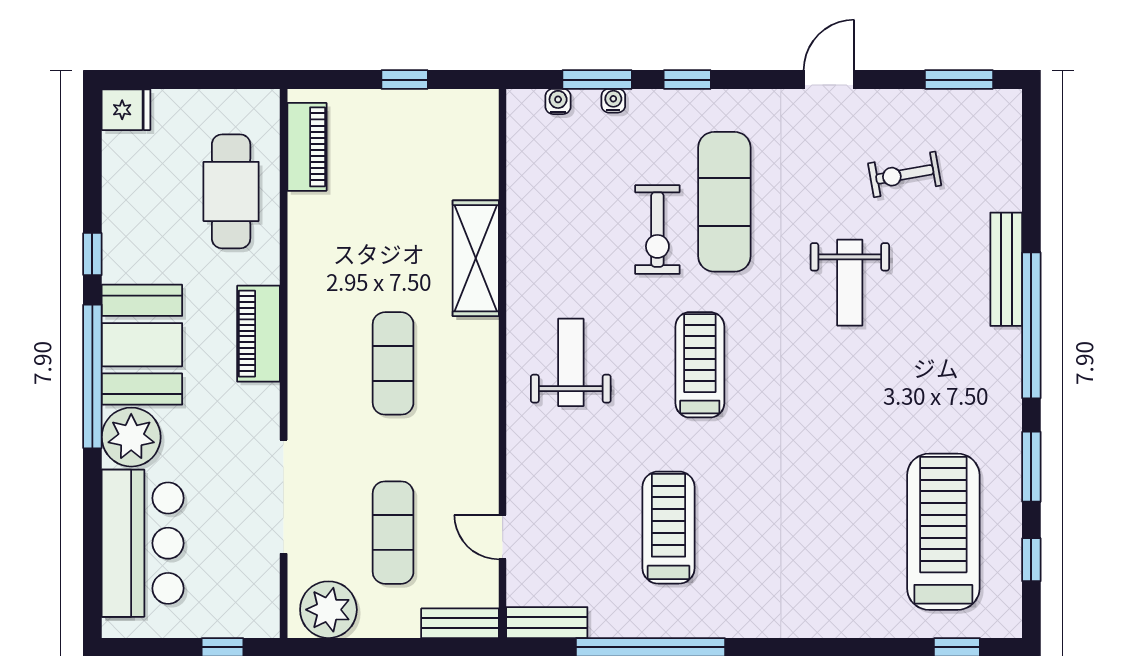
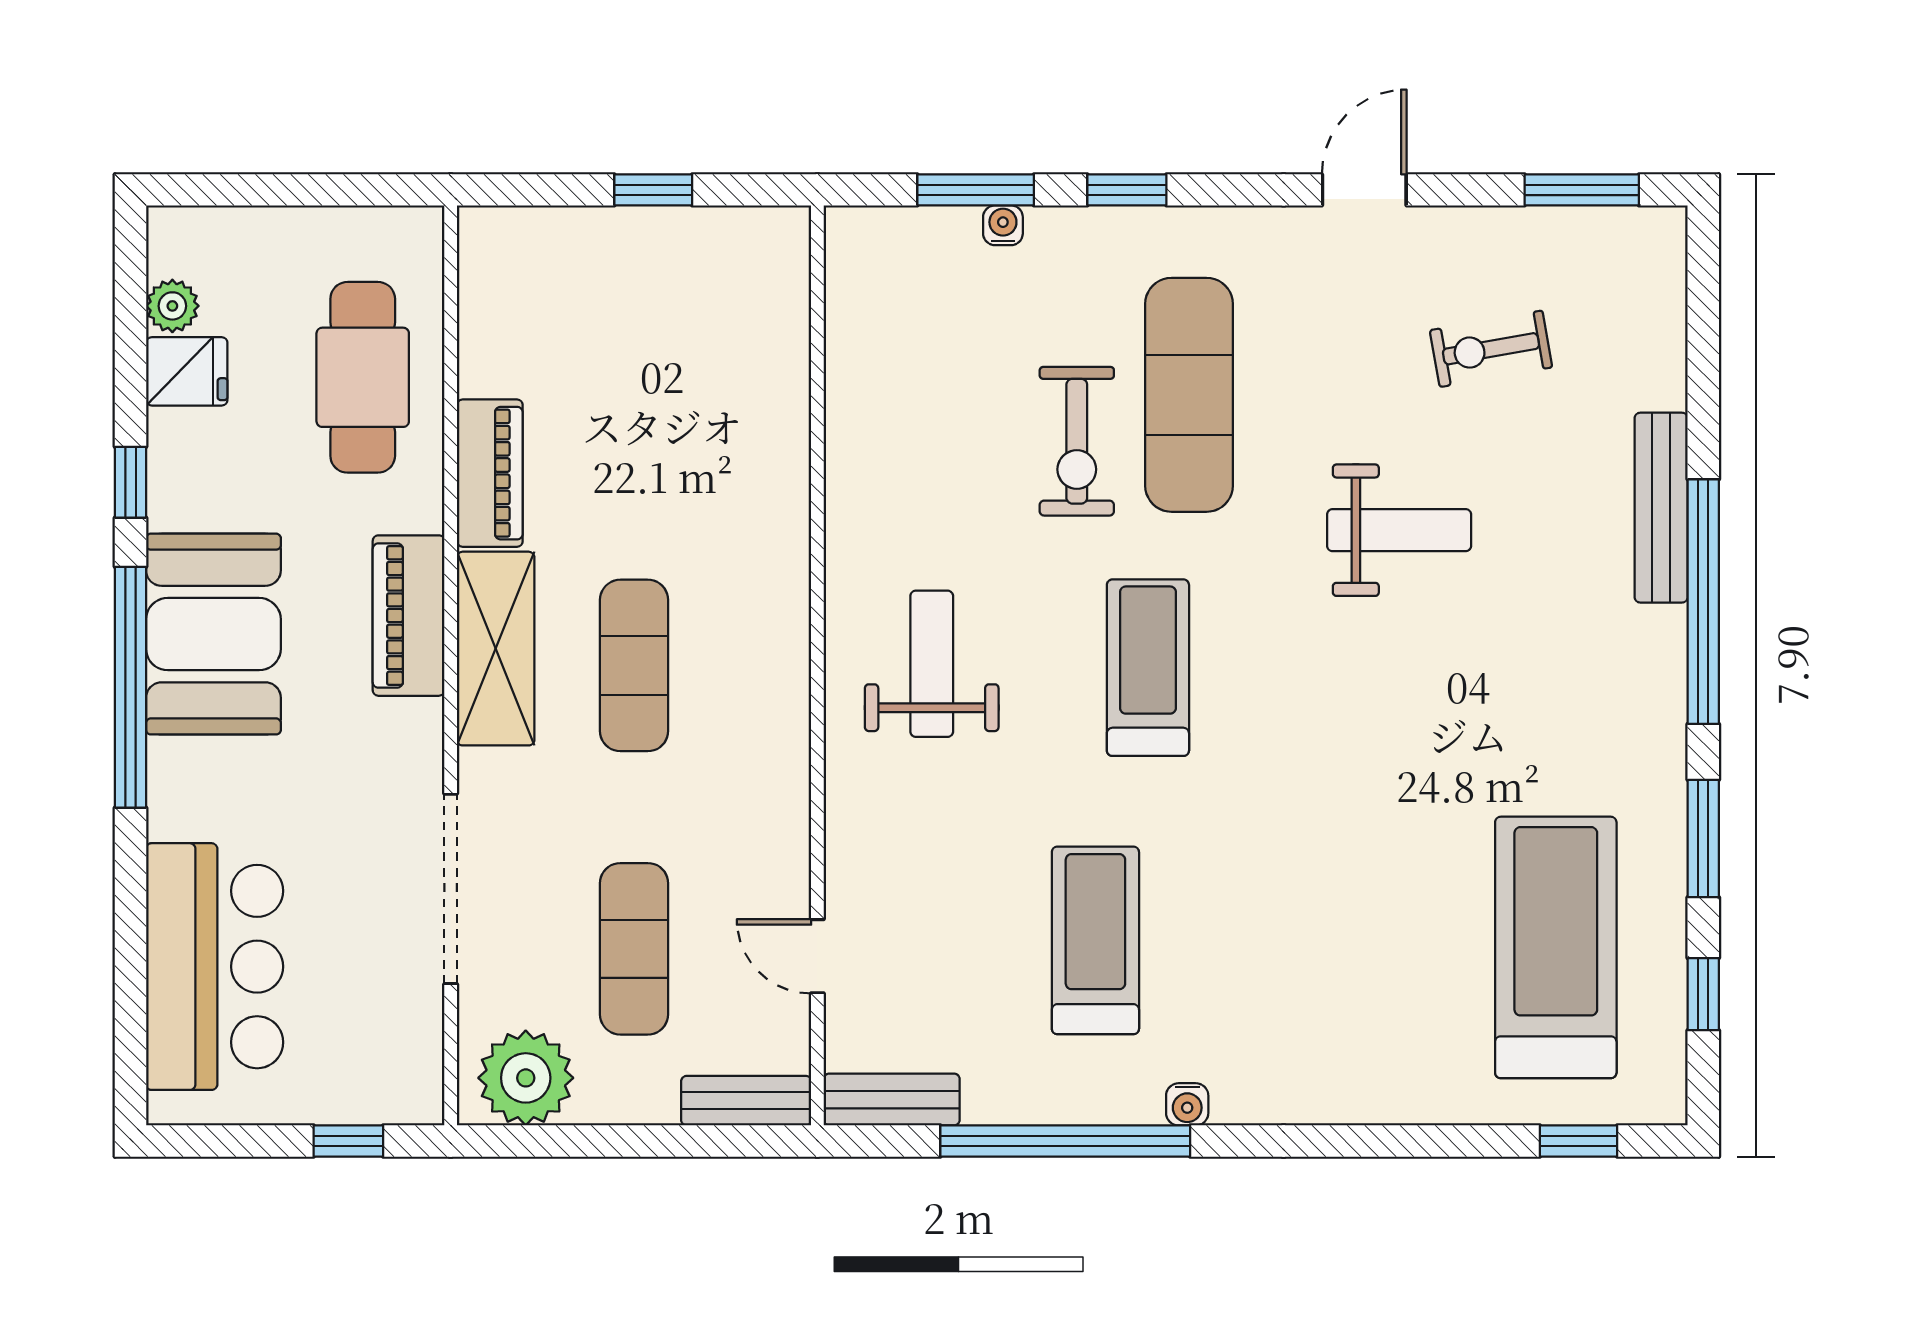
water cooler: (558, 101) -> (1187, 1104), moved, turned 180
fridge: (126, 110) -> (187, 371), moved
piano: (307, 147) -> (490, 473), moved
shelving: (476, 258) -> (496, 649), moved
weight bench: (850, 283) -> (1399, 530), turned -90
plant: (131, 437) -> (172, 306), moved, width x0.53, depth x0.53

